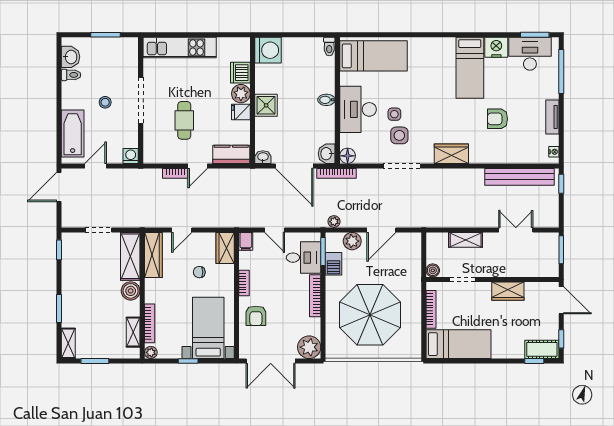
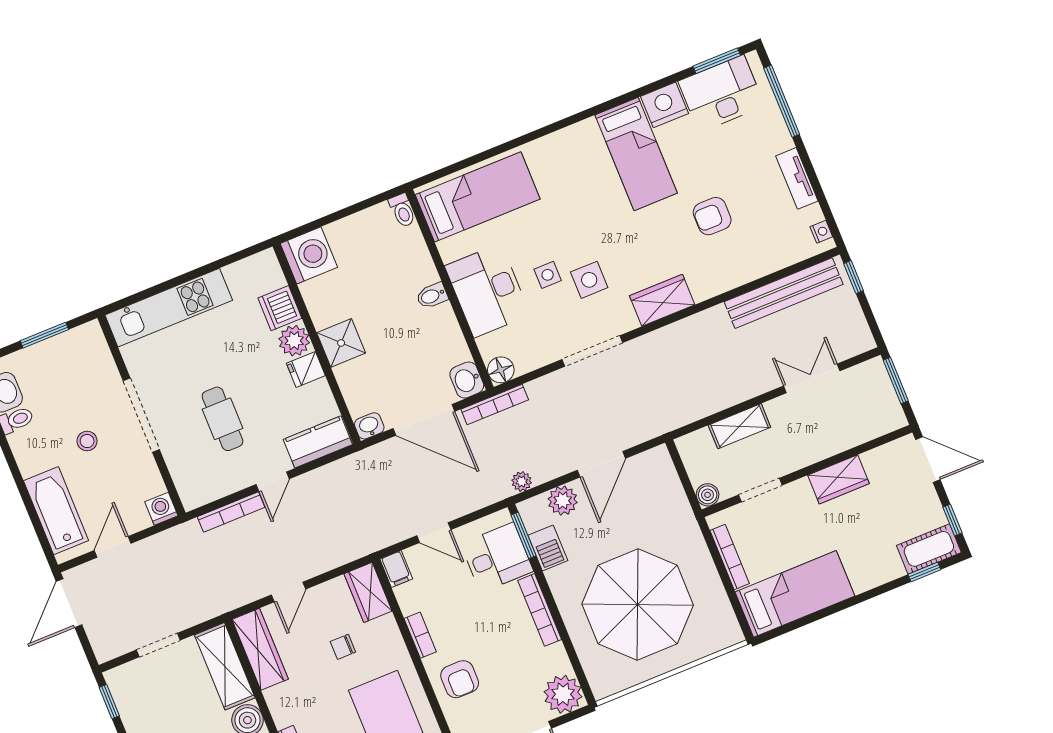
side table: (399, 135) -> (589, 280), moved
bookcase: (175, 173) -> (231, 512), width x1.56

